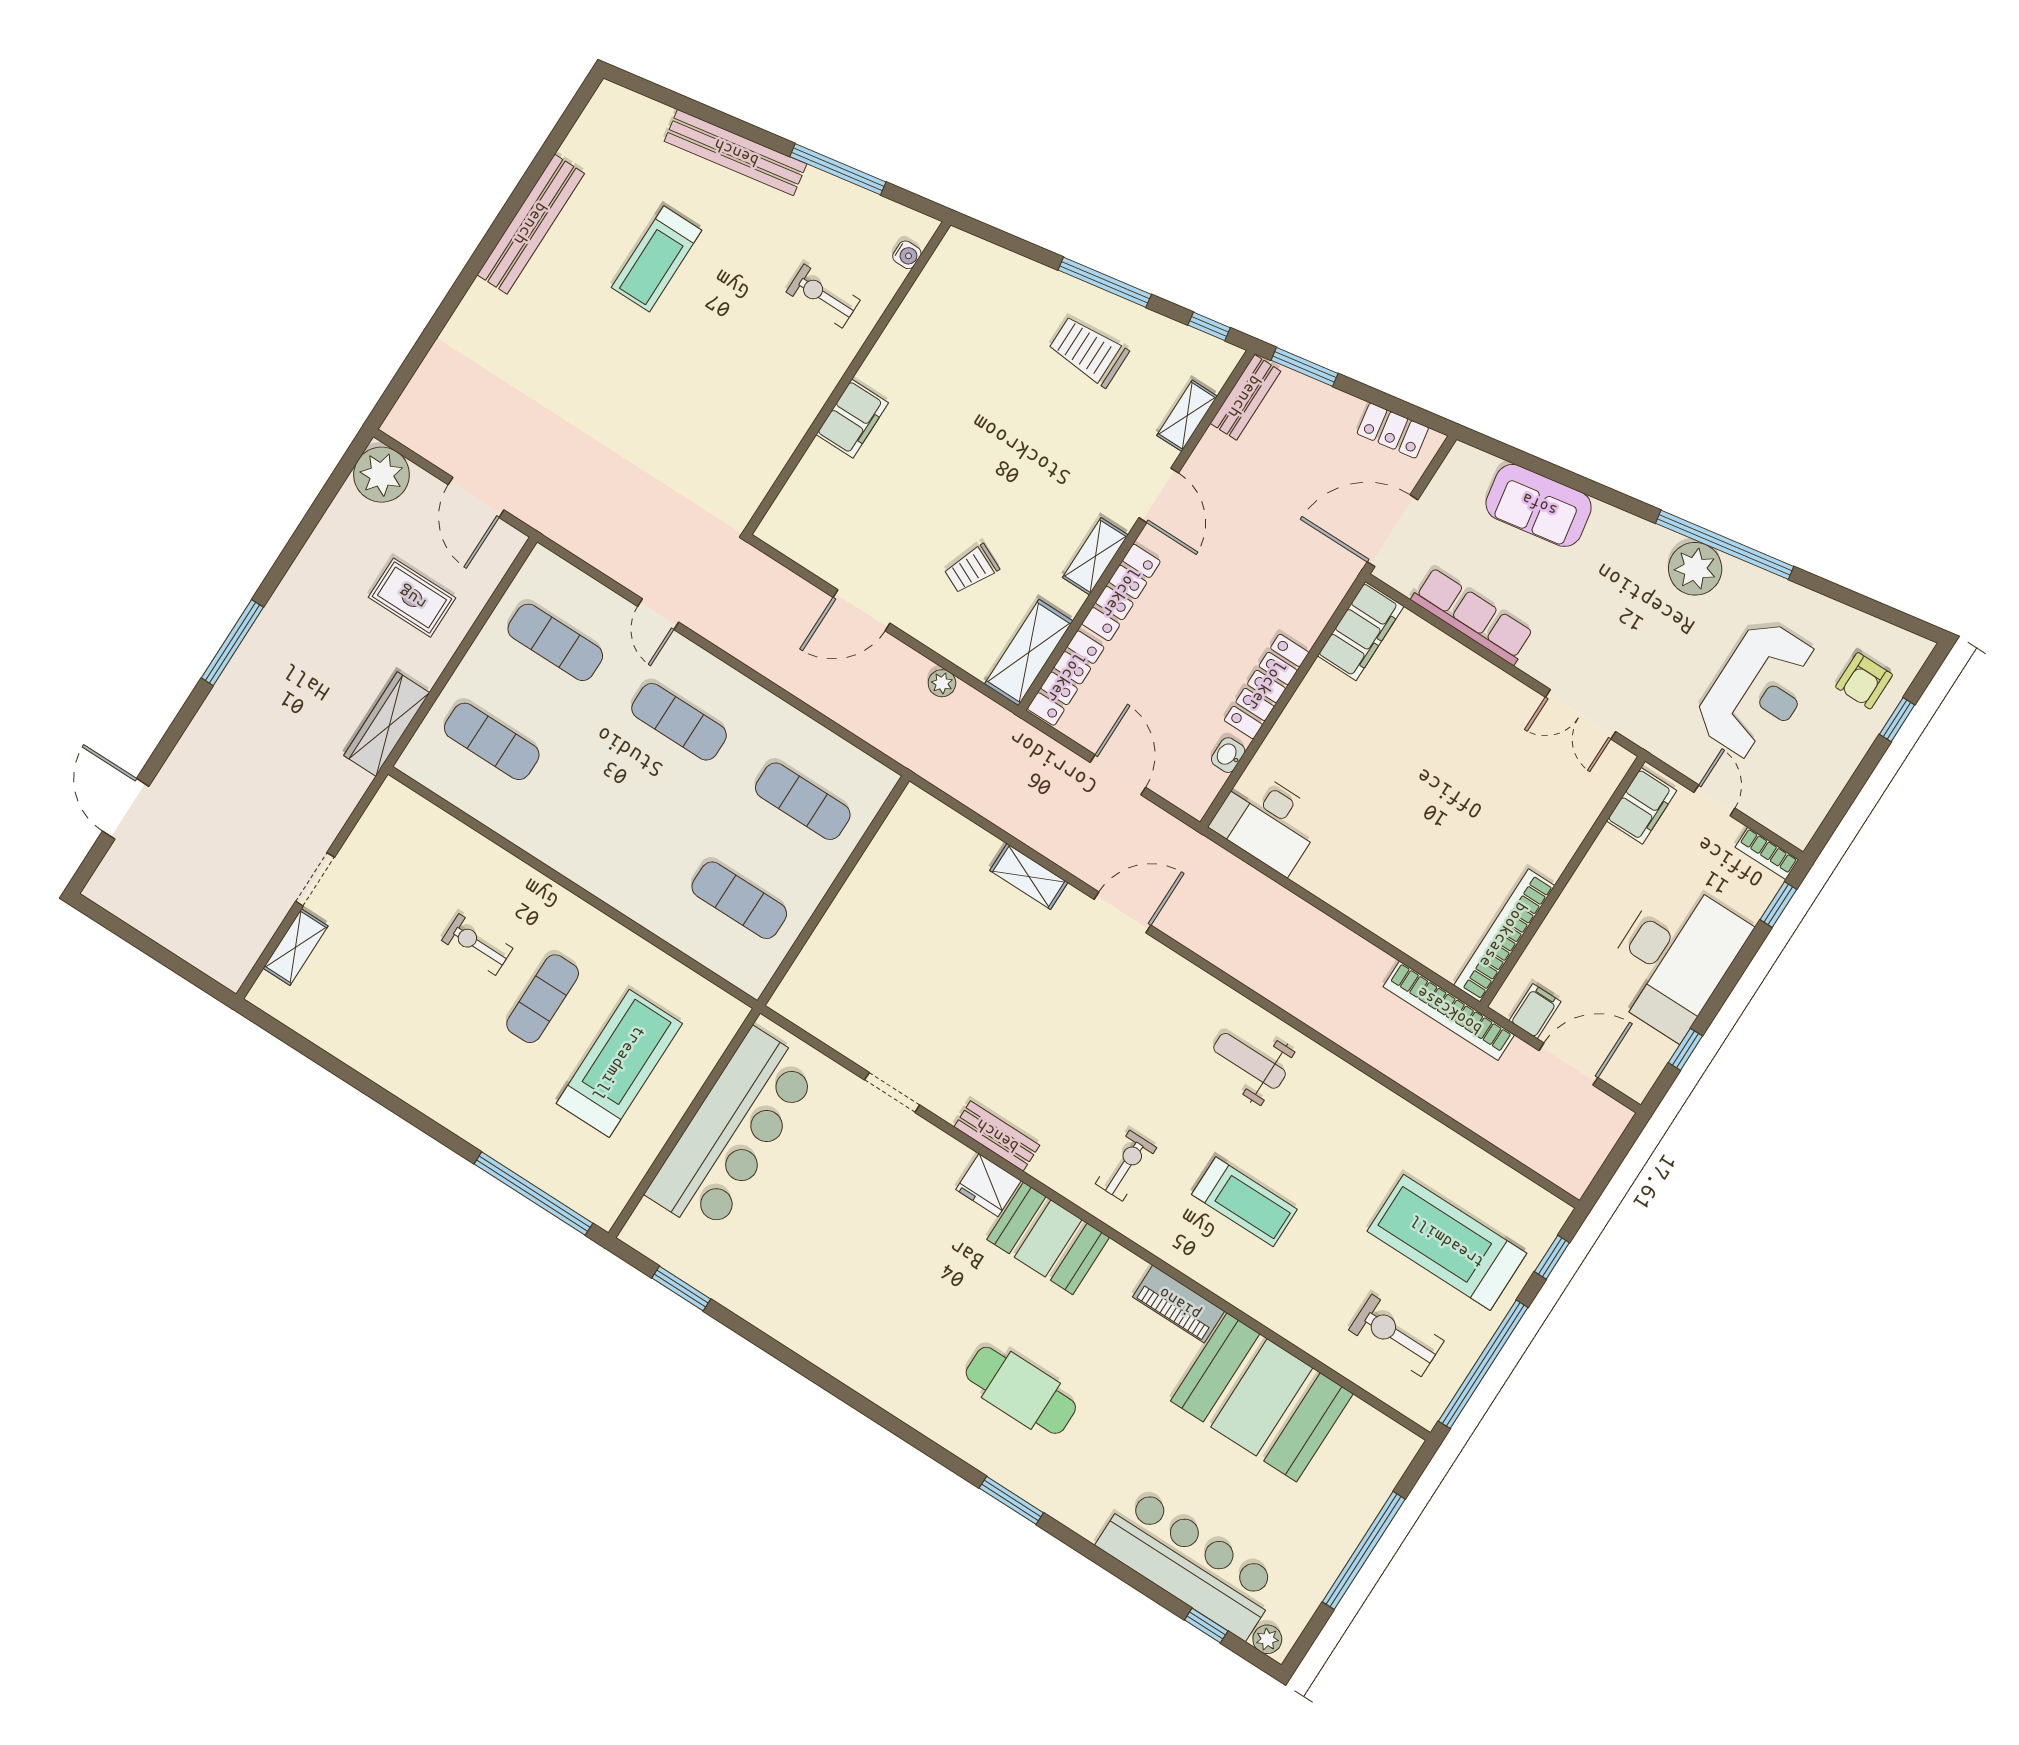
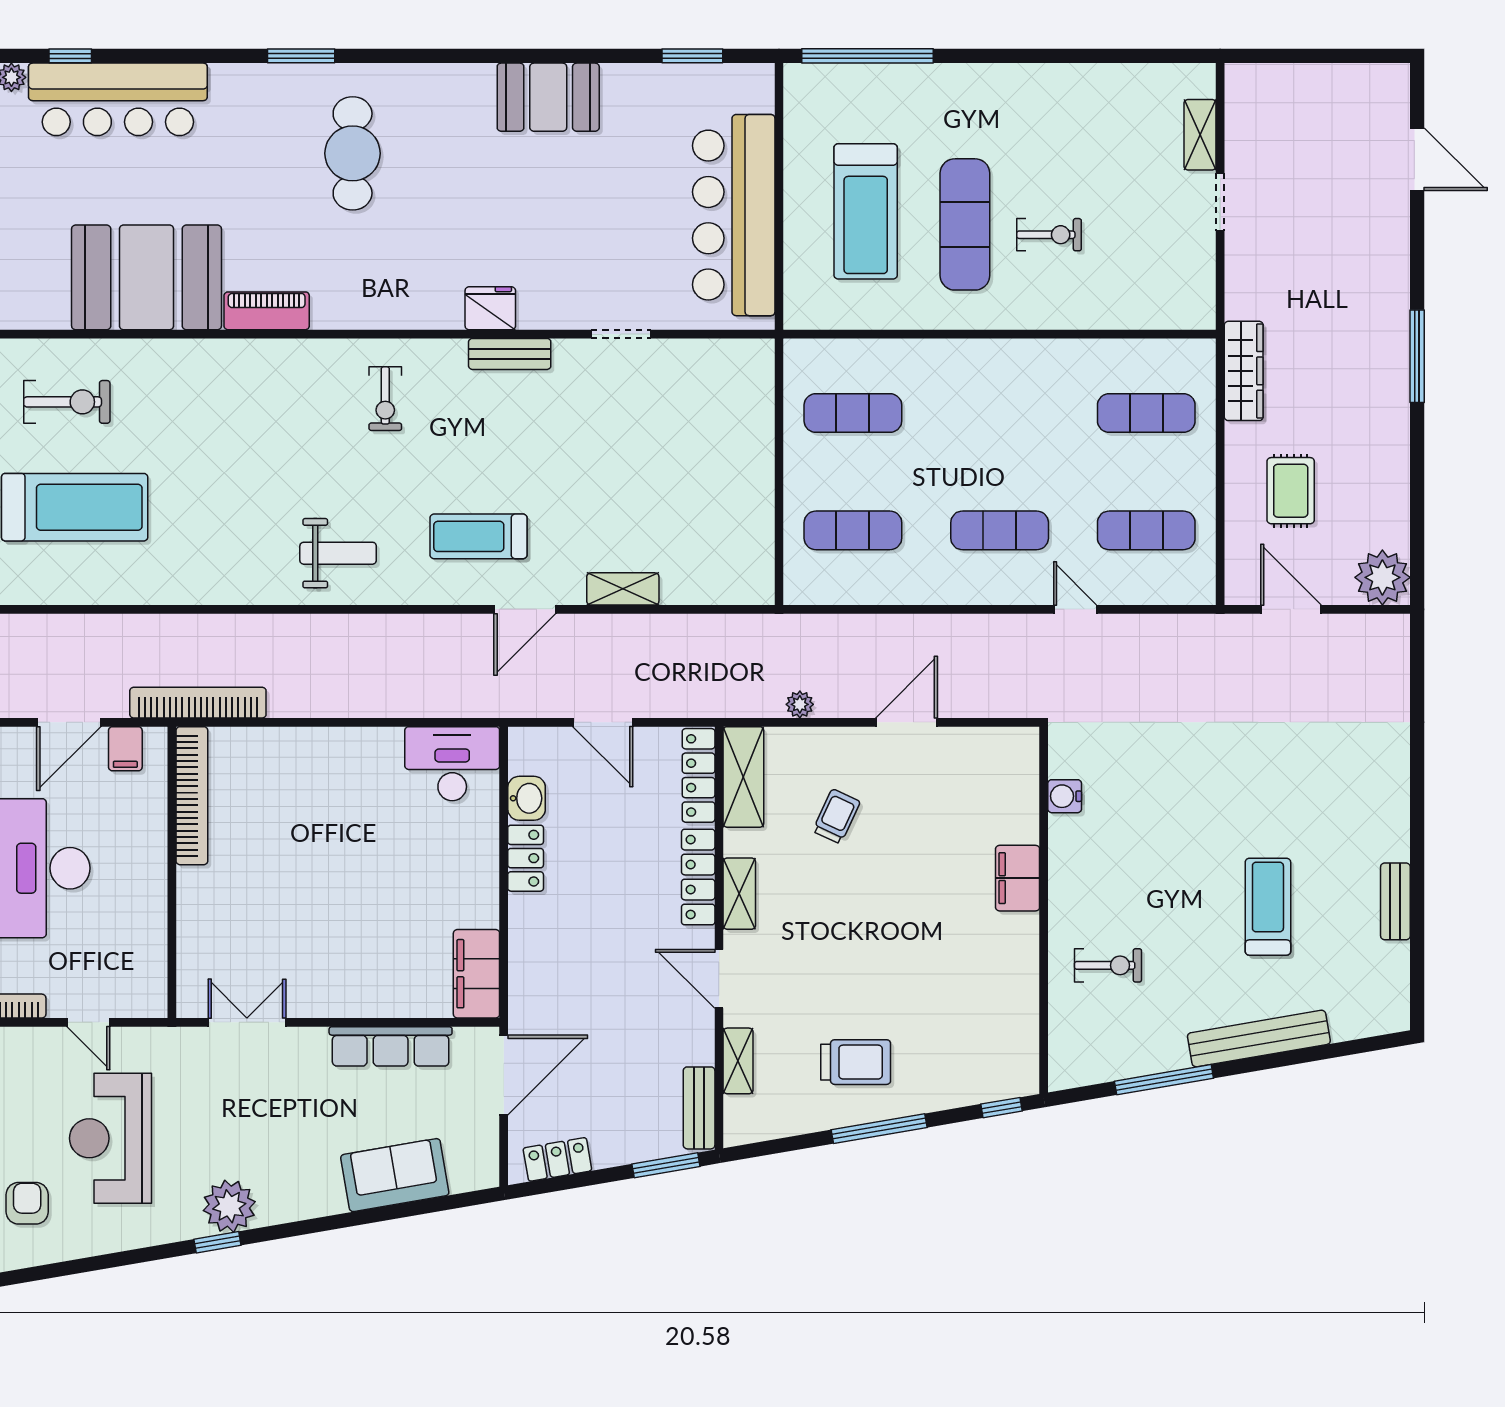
bench: (531, 224) -> (1395, 901), width x0.54, depth x0.82
water cooler: (907, 255) -> (1065, 796), moved, width x1.38, depth x1.38
window: (1209, 326) -> (1001, 1108), moved
window: (1725, 545) -> (217, 1242), width x0.32
rug: (412, 598) -> (1291, 491), turned 90
locker: (1267, 686) -> (526, 858), width x0.66
washbasin: (1228, 755) -> (527, 798), width x1.38, depth x1.45
filing cabinet: (1642, 806) -> (146, 979), removed
exercise mat: (543, 999) -> (965, 224), width x1.36, depth x1.45
treadmill: (1244, 1202) -> (478, 536), moved
booth: (1048, 1238) -> (548, 97), moved
cafe table: (1021, 1390) -> (353, 153), turned 90

